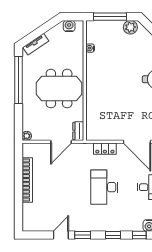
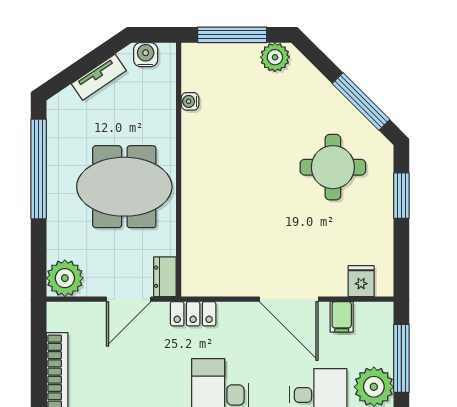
tv unit: (36, 44) -> (99, 77), moved
plant: (27, 136) -> (65, 278), width x1.88, depth x1.88
locker: (105, 149) -> (193, 314), moved

